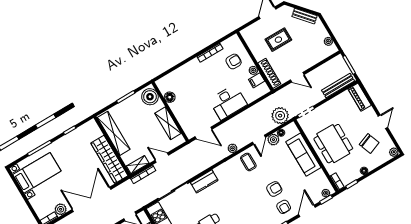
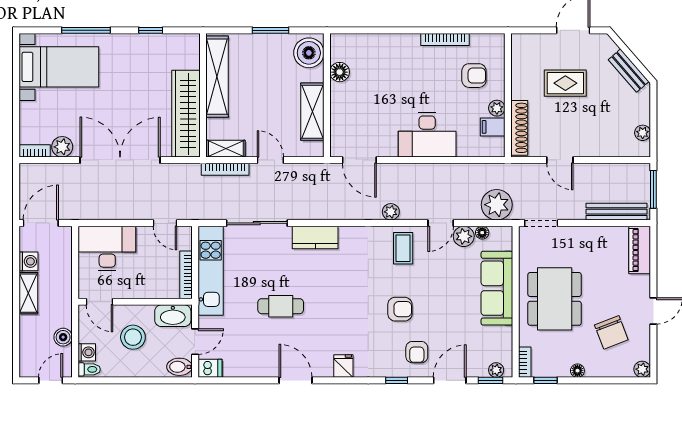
armchair: (274, 189) -> (400, 309), moved

